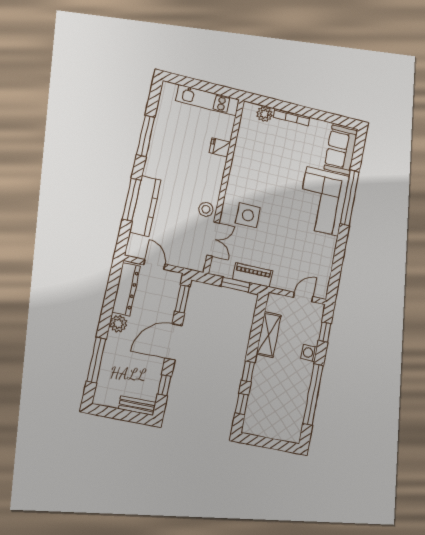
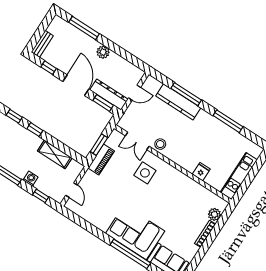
dresser: (126, 289) -> (109, 95), moved, turned 180

